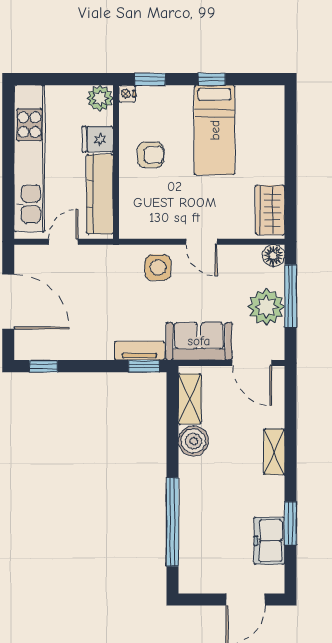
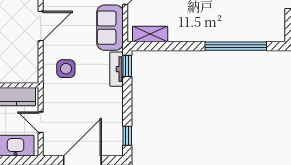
door: (201, 242) -> (41, 26), width x1.38
side table: (158, 268) -> (66, 69), moved
boiler: (193, 441) -> (179, 32), removed

